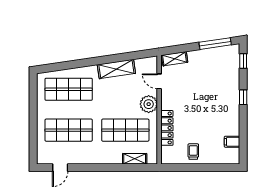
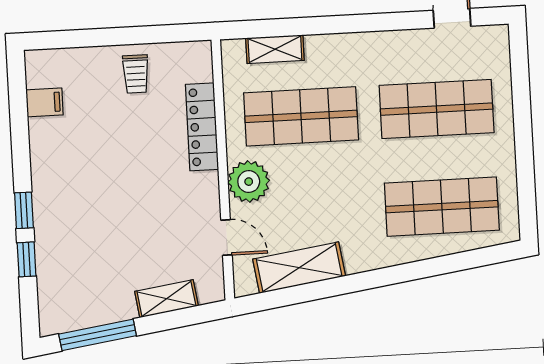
shelving: (175, 59) -> (166, 299), moved
window: (243, 61) -> (27, 259), moved
shelving: (116, 69) -> (299, 268), moved

